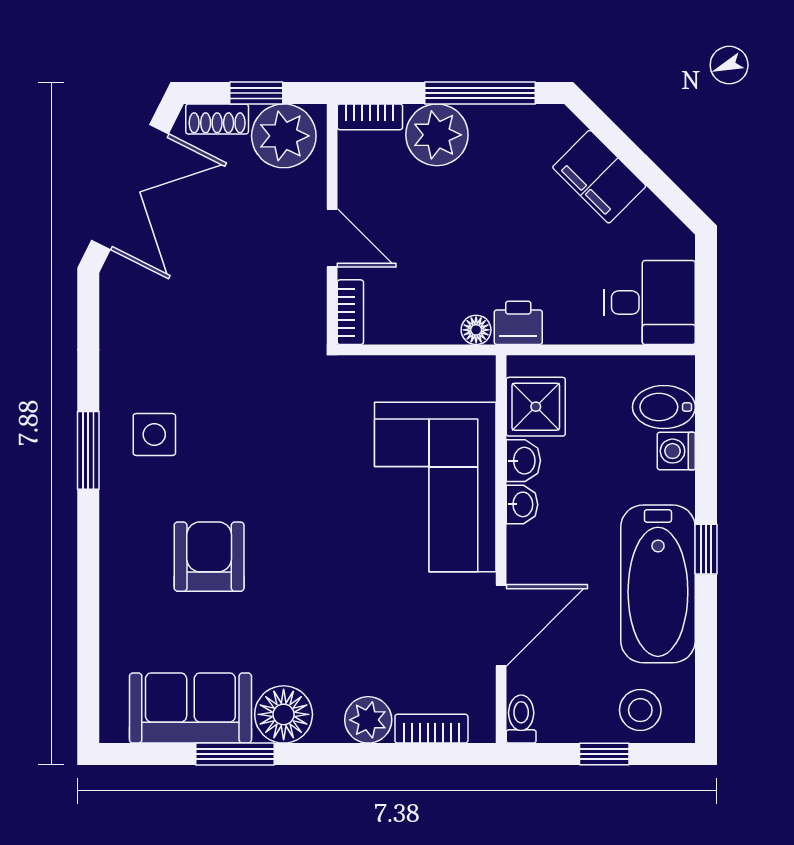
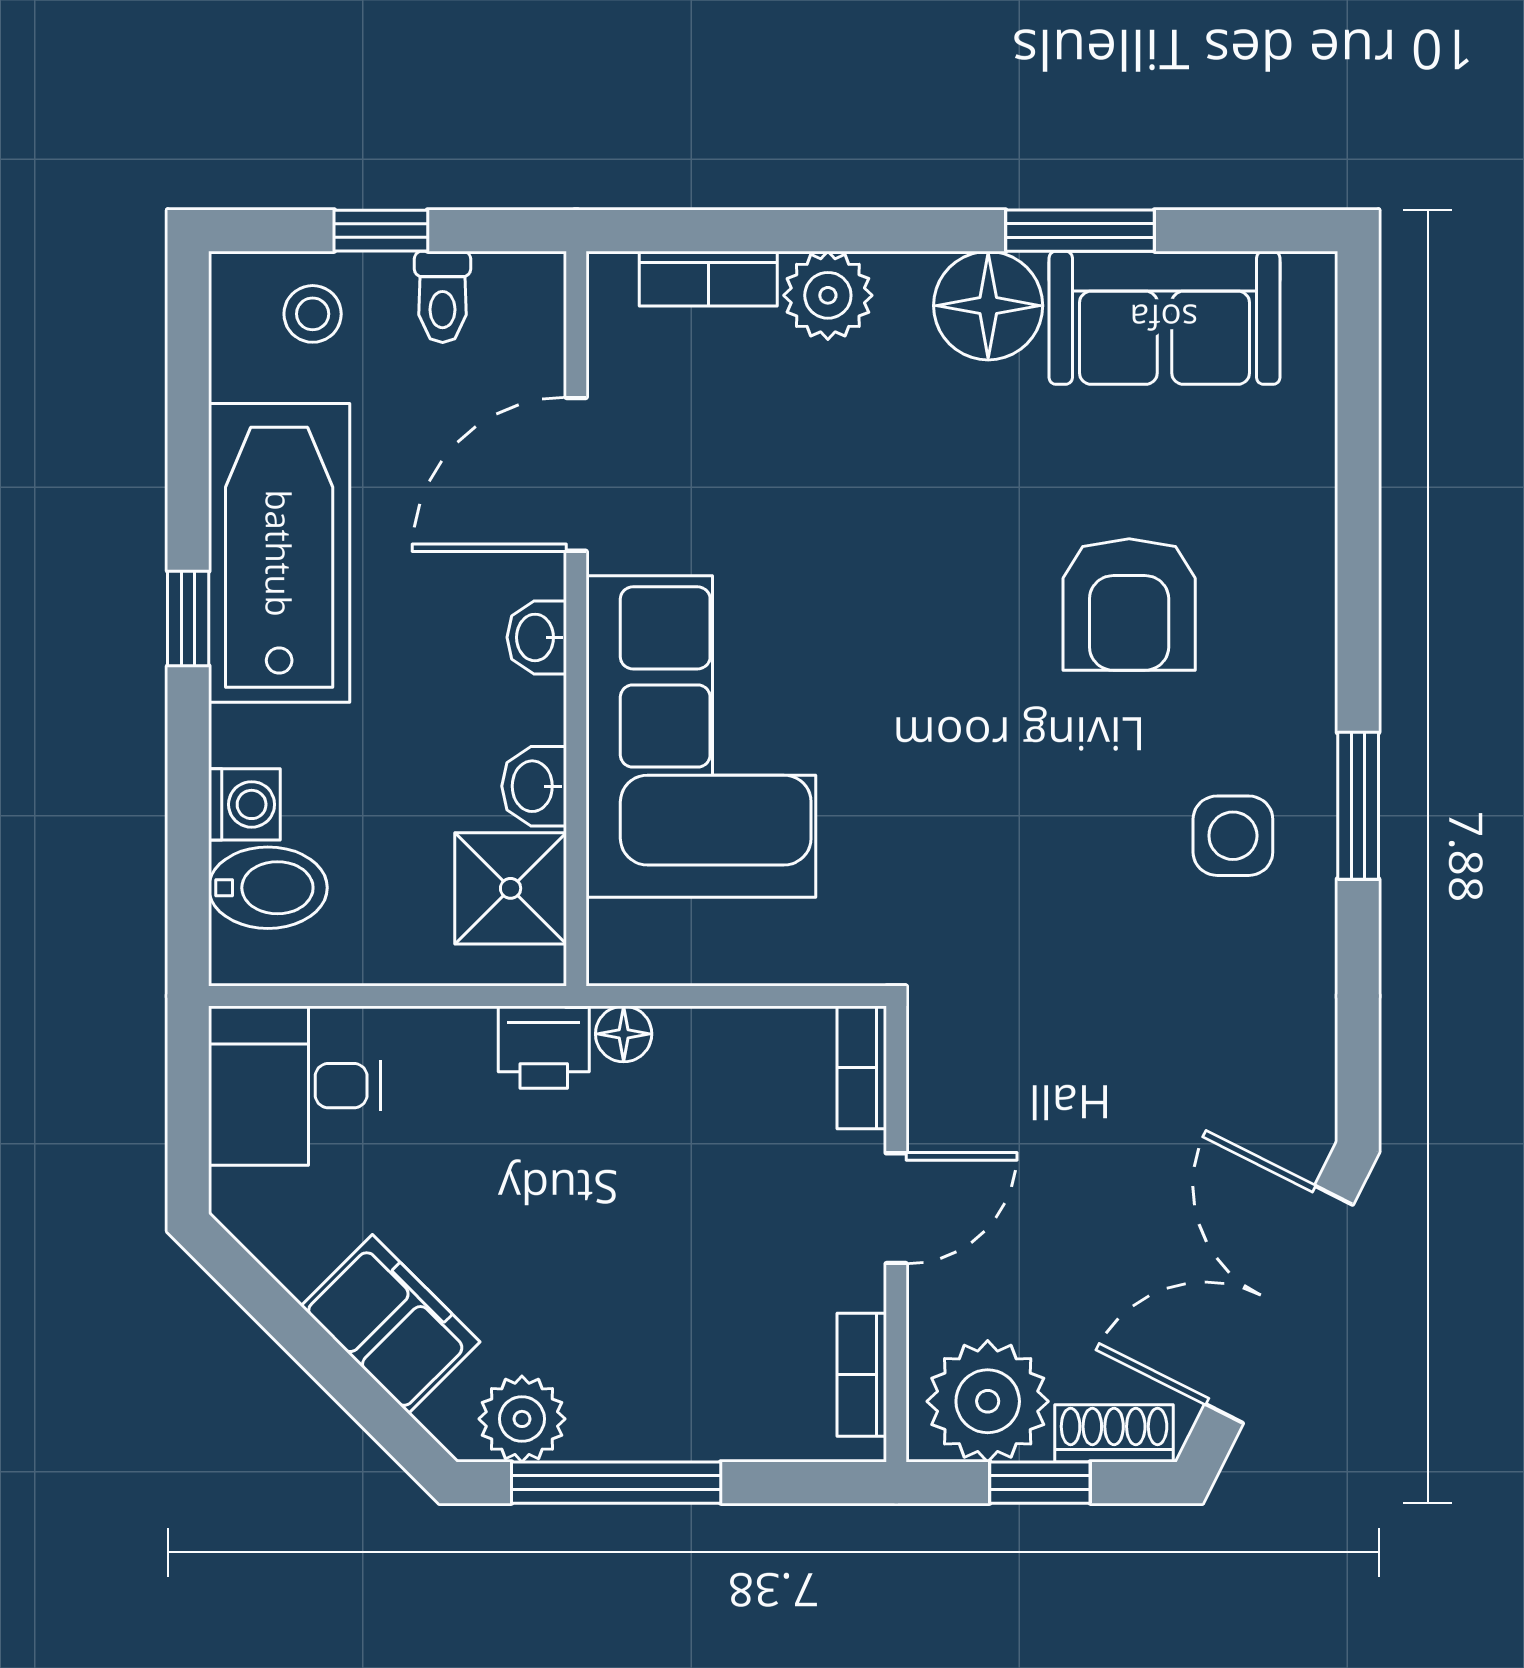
bookcase: (370, 117) -> (862, 1375), moved, turned -90
plant: (437, 135) -> (522, 1419), moved, width x0.73, depth x0.73
door: (332, 238) -> (896, 1208), swing flipped
washbasin: (522, 504) -> (537, 637), moved
stool: (640, 710) -> (313, 314), width x0.73, depth x0.73
toilet: (521, 719) -> (443, 297), moved

